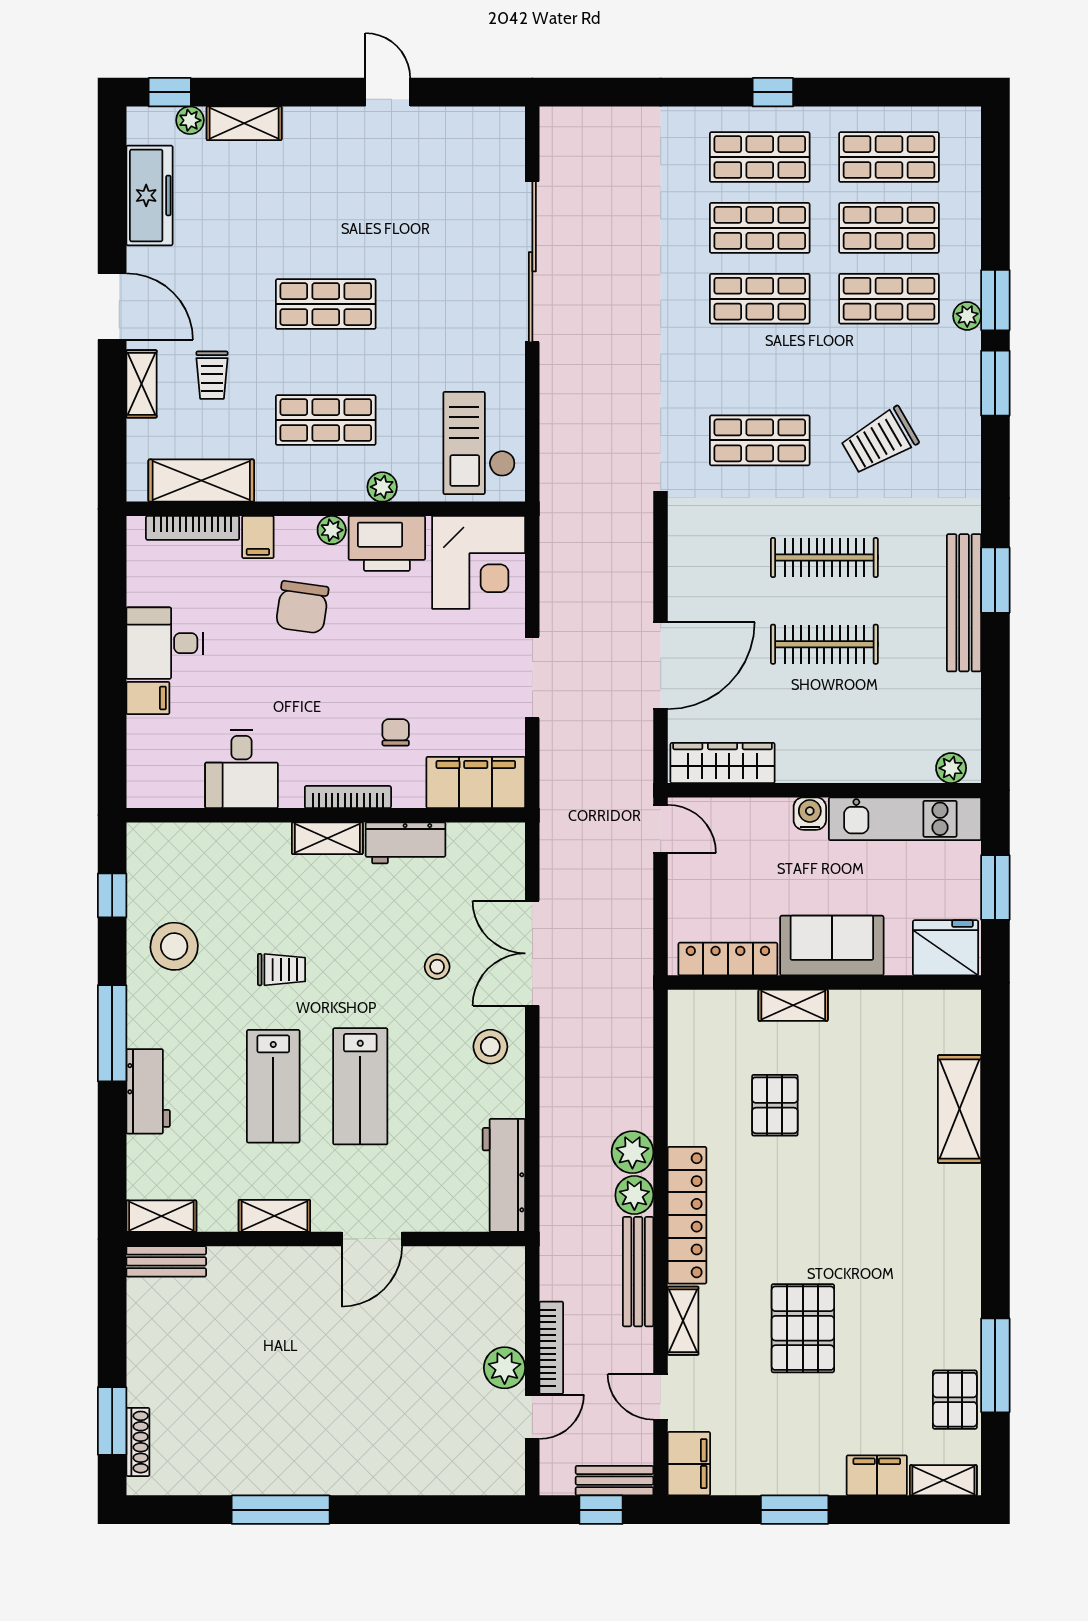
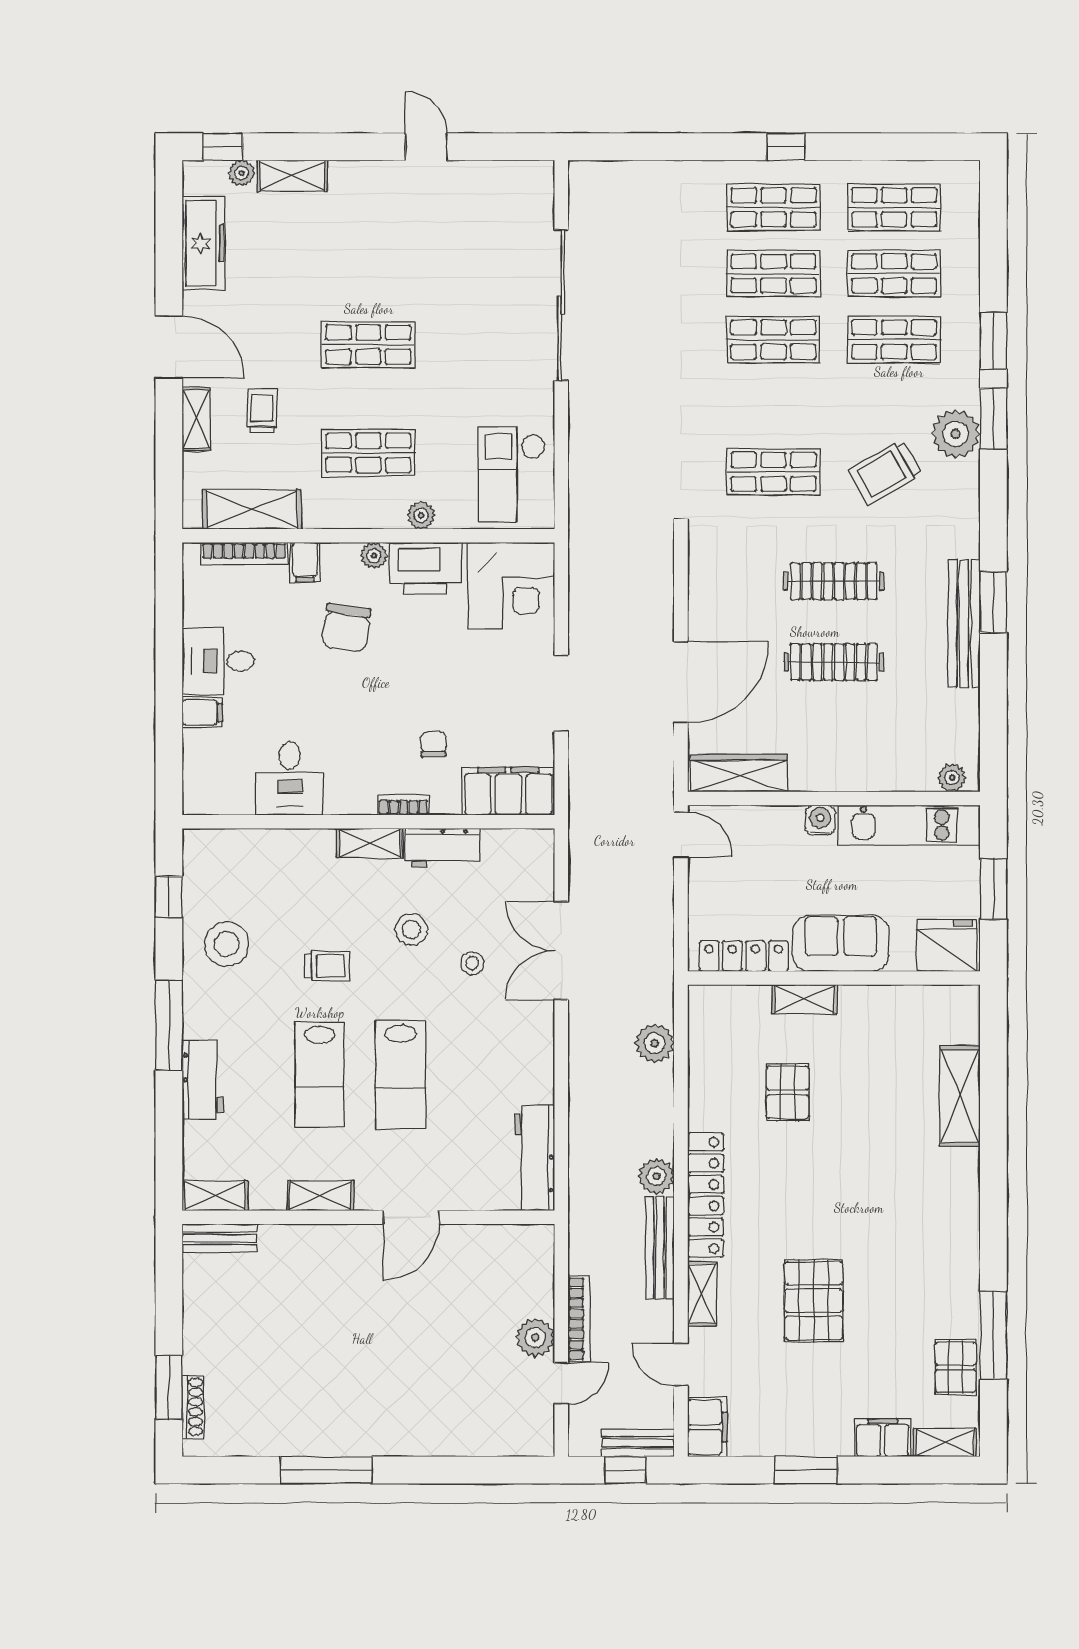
plant: (967, 316) -> (956, 434), moved, width x1.87, depth x1.87
trolley: (212, 375) -> (262, 411), turned 180
bookcase: (348, 797) -> (404, 805), width x0.64
stool: (490, 1047) -> (411, 929), moved
plant: (632, 1152) -> (655, 1043), moved

